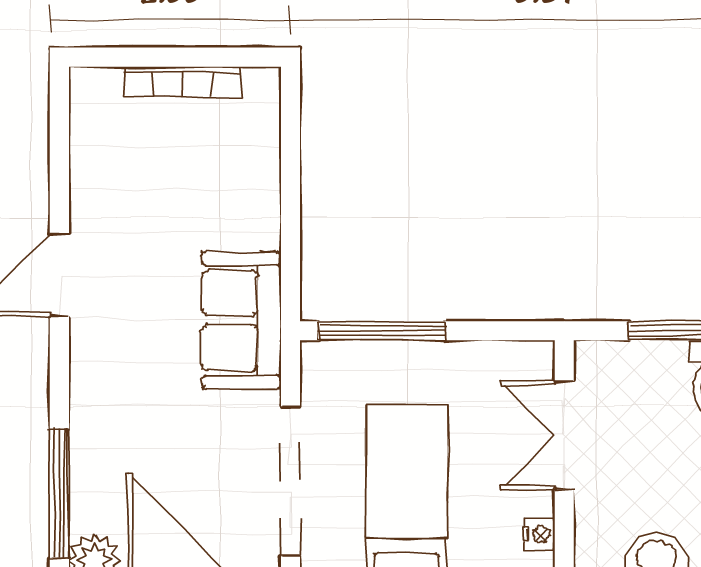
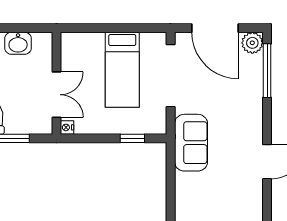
window: (382, 331) -> (132, 138), width x0.46
nightstand: (539, 534) -> (67, 127), moved

